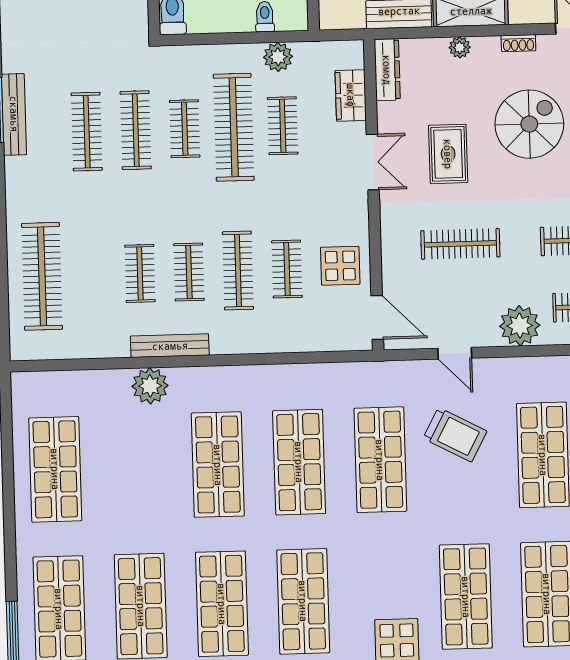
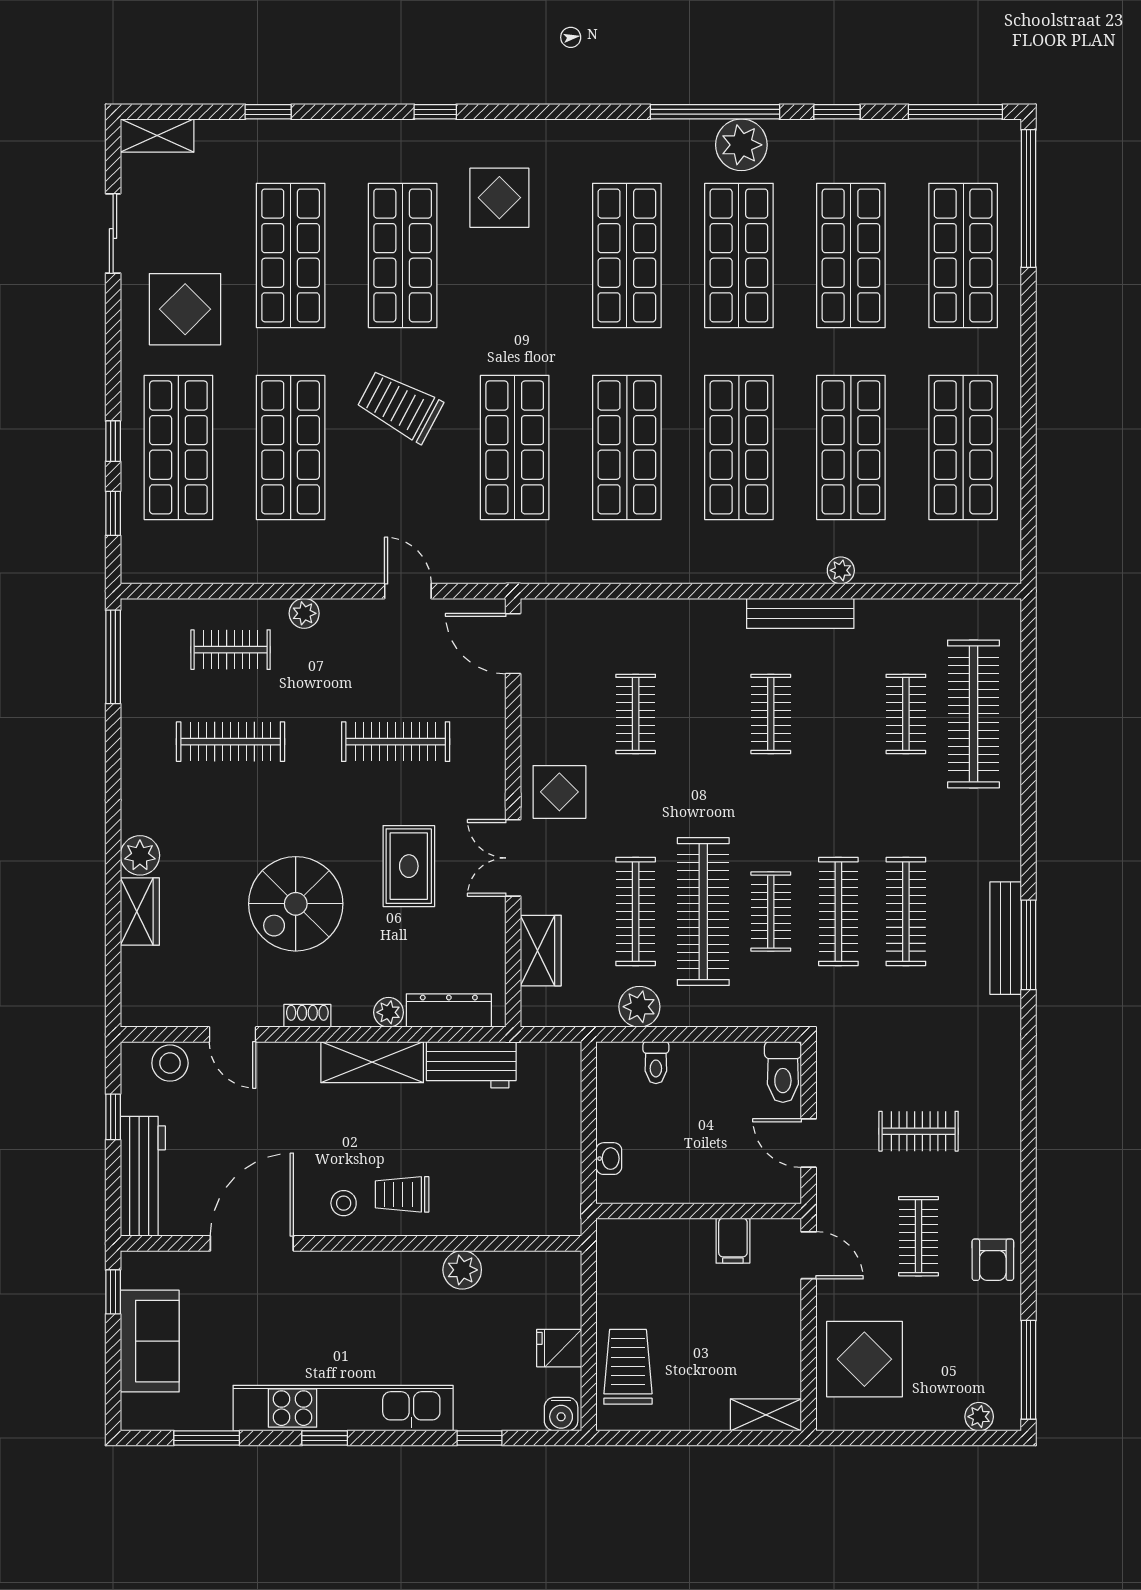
dresser: (387, 70) -> (449, 1011), moved, turned 90
clothes rail: (283, 126) -> (636, 912), width x1.36
display table: (340, 266) -> (559, 792), moved
clothes rail: (238, 271) -> (703, 714), removed
clothes rail: (140, 273) -> (906, 714), moved
plant: (520, 326) -> (304, 613), width x0.53, depth x0.53
plant: (150, 386) -> (841, 570), width x0.53, depth x0.53
trolley: (455, 435) -> (400, 406), moved
shop shelf: (137, 467) -> (851, 447), added

